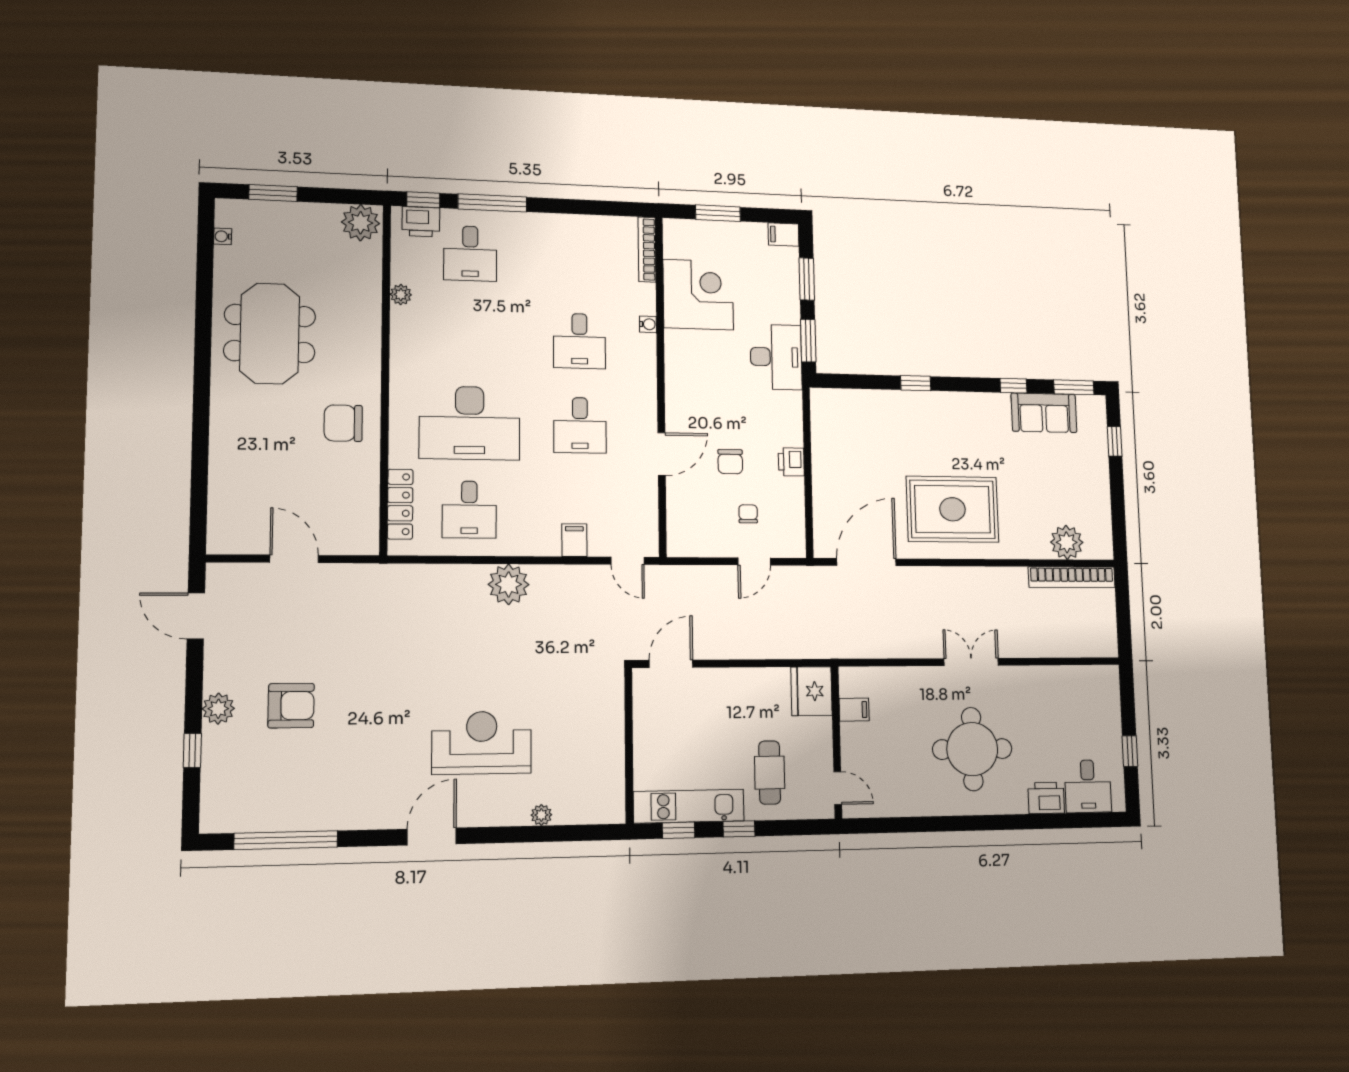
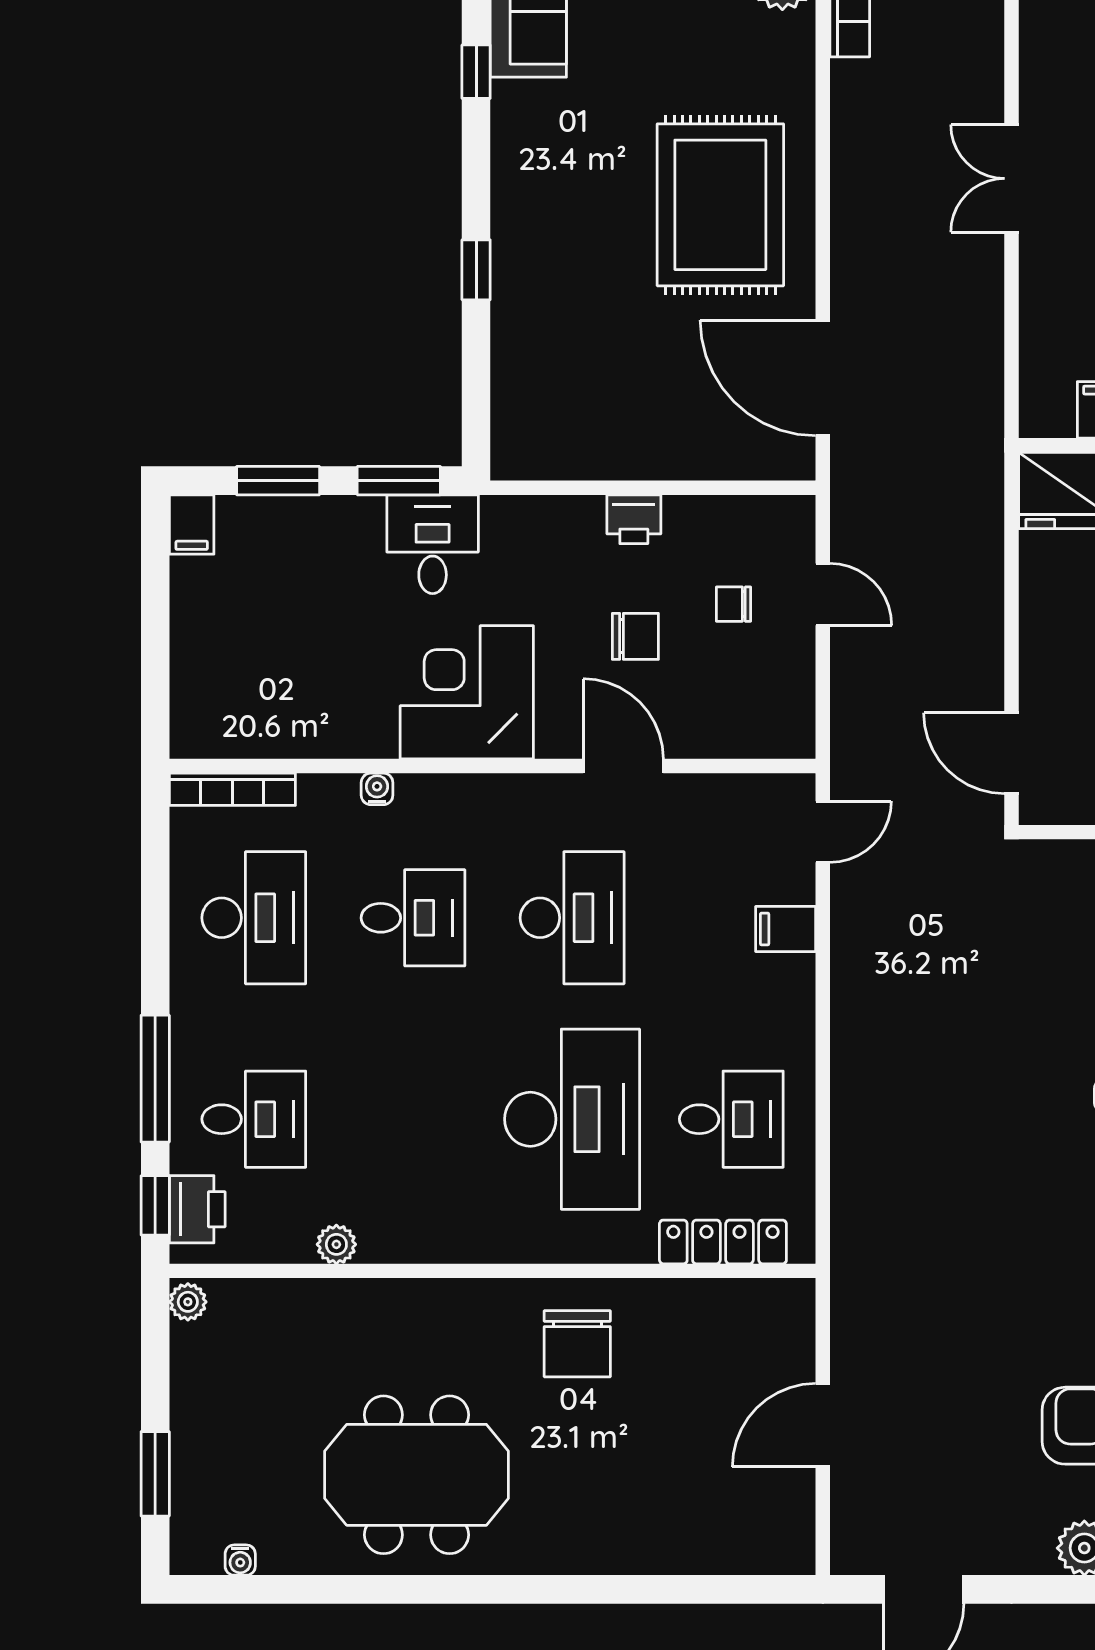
window: (718, 213) -> (155, 652), removed
plant: (361, 223) -> (188, 1302), width x0.53, depth x0.53
desk: (579, 258) -> (254, 918), added
corner desk: (698, 295) -> (467, 692), moved
desk: (776, 357) -> (433, 544), width x0.73
desk: (580, 425) -> (572, 918), width x1.37
plant: (509, 584) -> (867, 1048), removed

